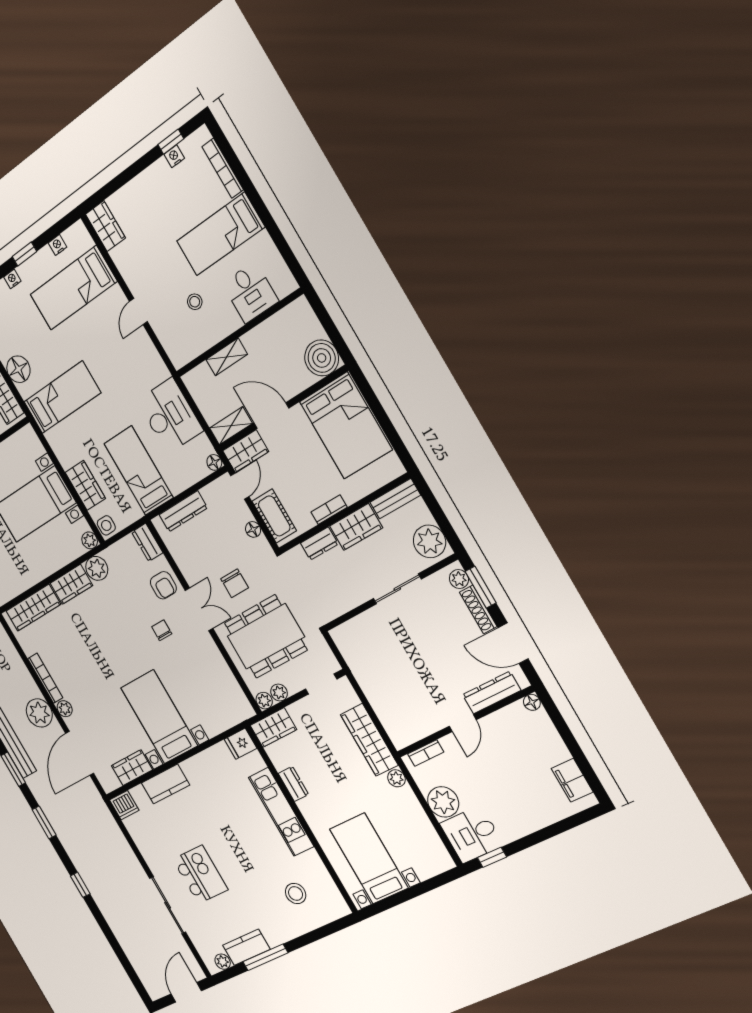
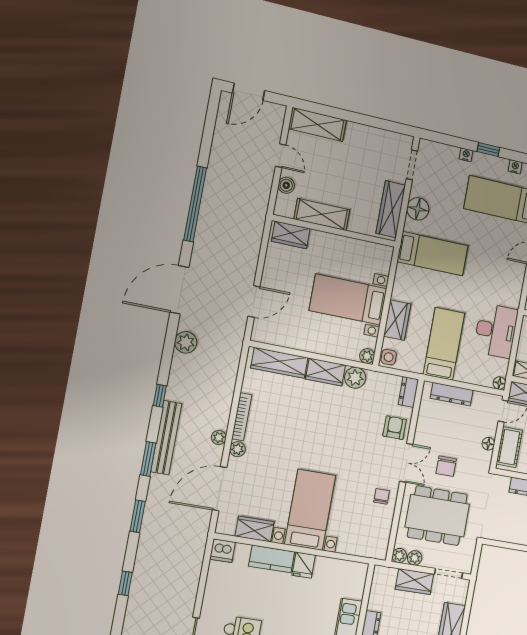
armchair: (163, 585) -> (395, 428), turned 180
chair: (162, 630) -> (382, 496), moved
plant: (39, 713) -> (219, 437), width x0.53, depth x0.53
wardrobe: (273, 728) -> (414, 582), moved
fridge: (240, 744) -> (304, 565), moved, turned -90

